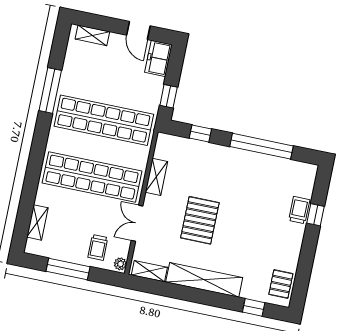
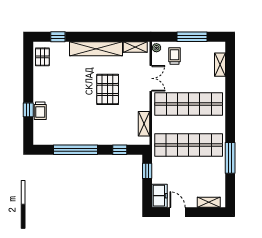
shelving: (156, 177) -> (144, 124), moved

